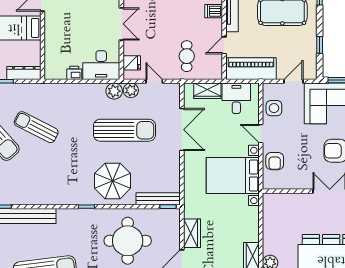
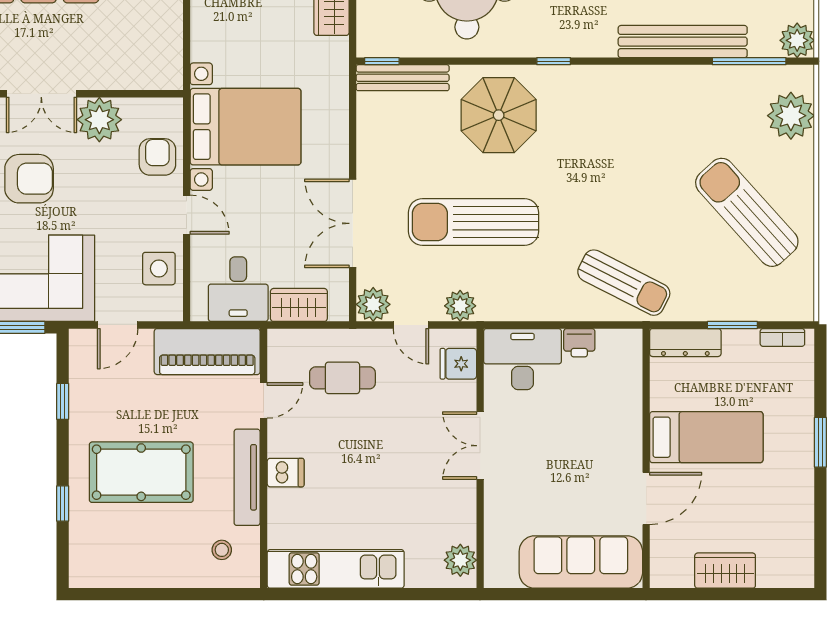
cafe table: (187, 56) -> (342, 378), turned 90
plant: (114, 91) -> (373, 304), moved
sun lounger: (36, 127) -> (624, 283), moved
plant: (302, 179) -> (99, 120), added

